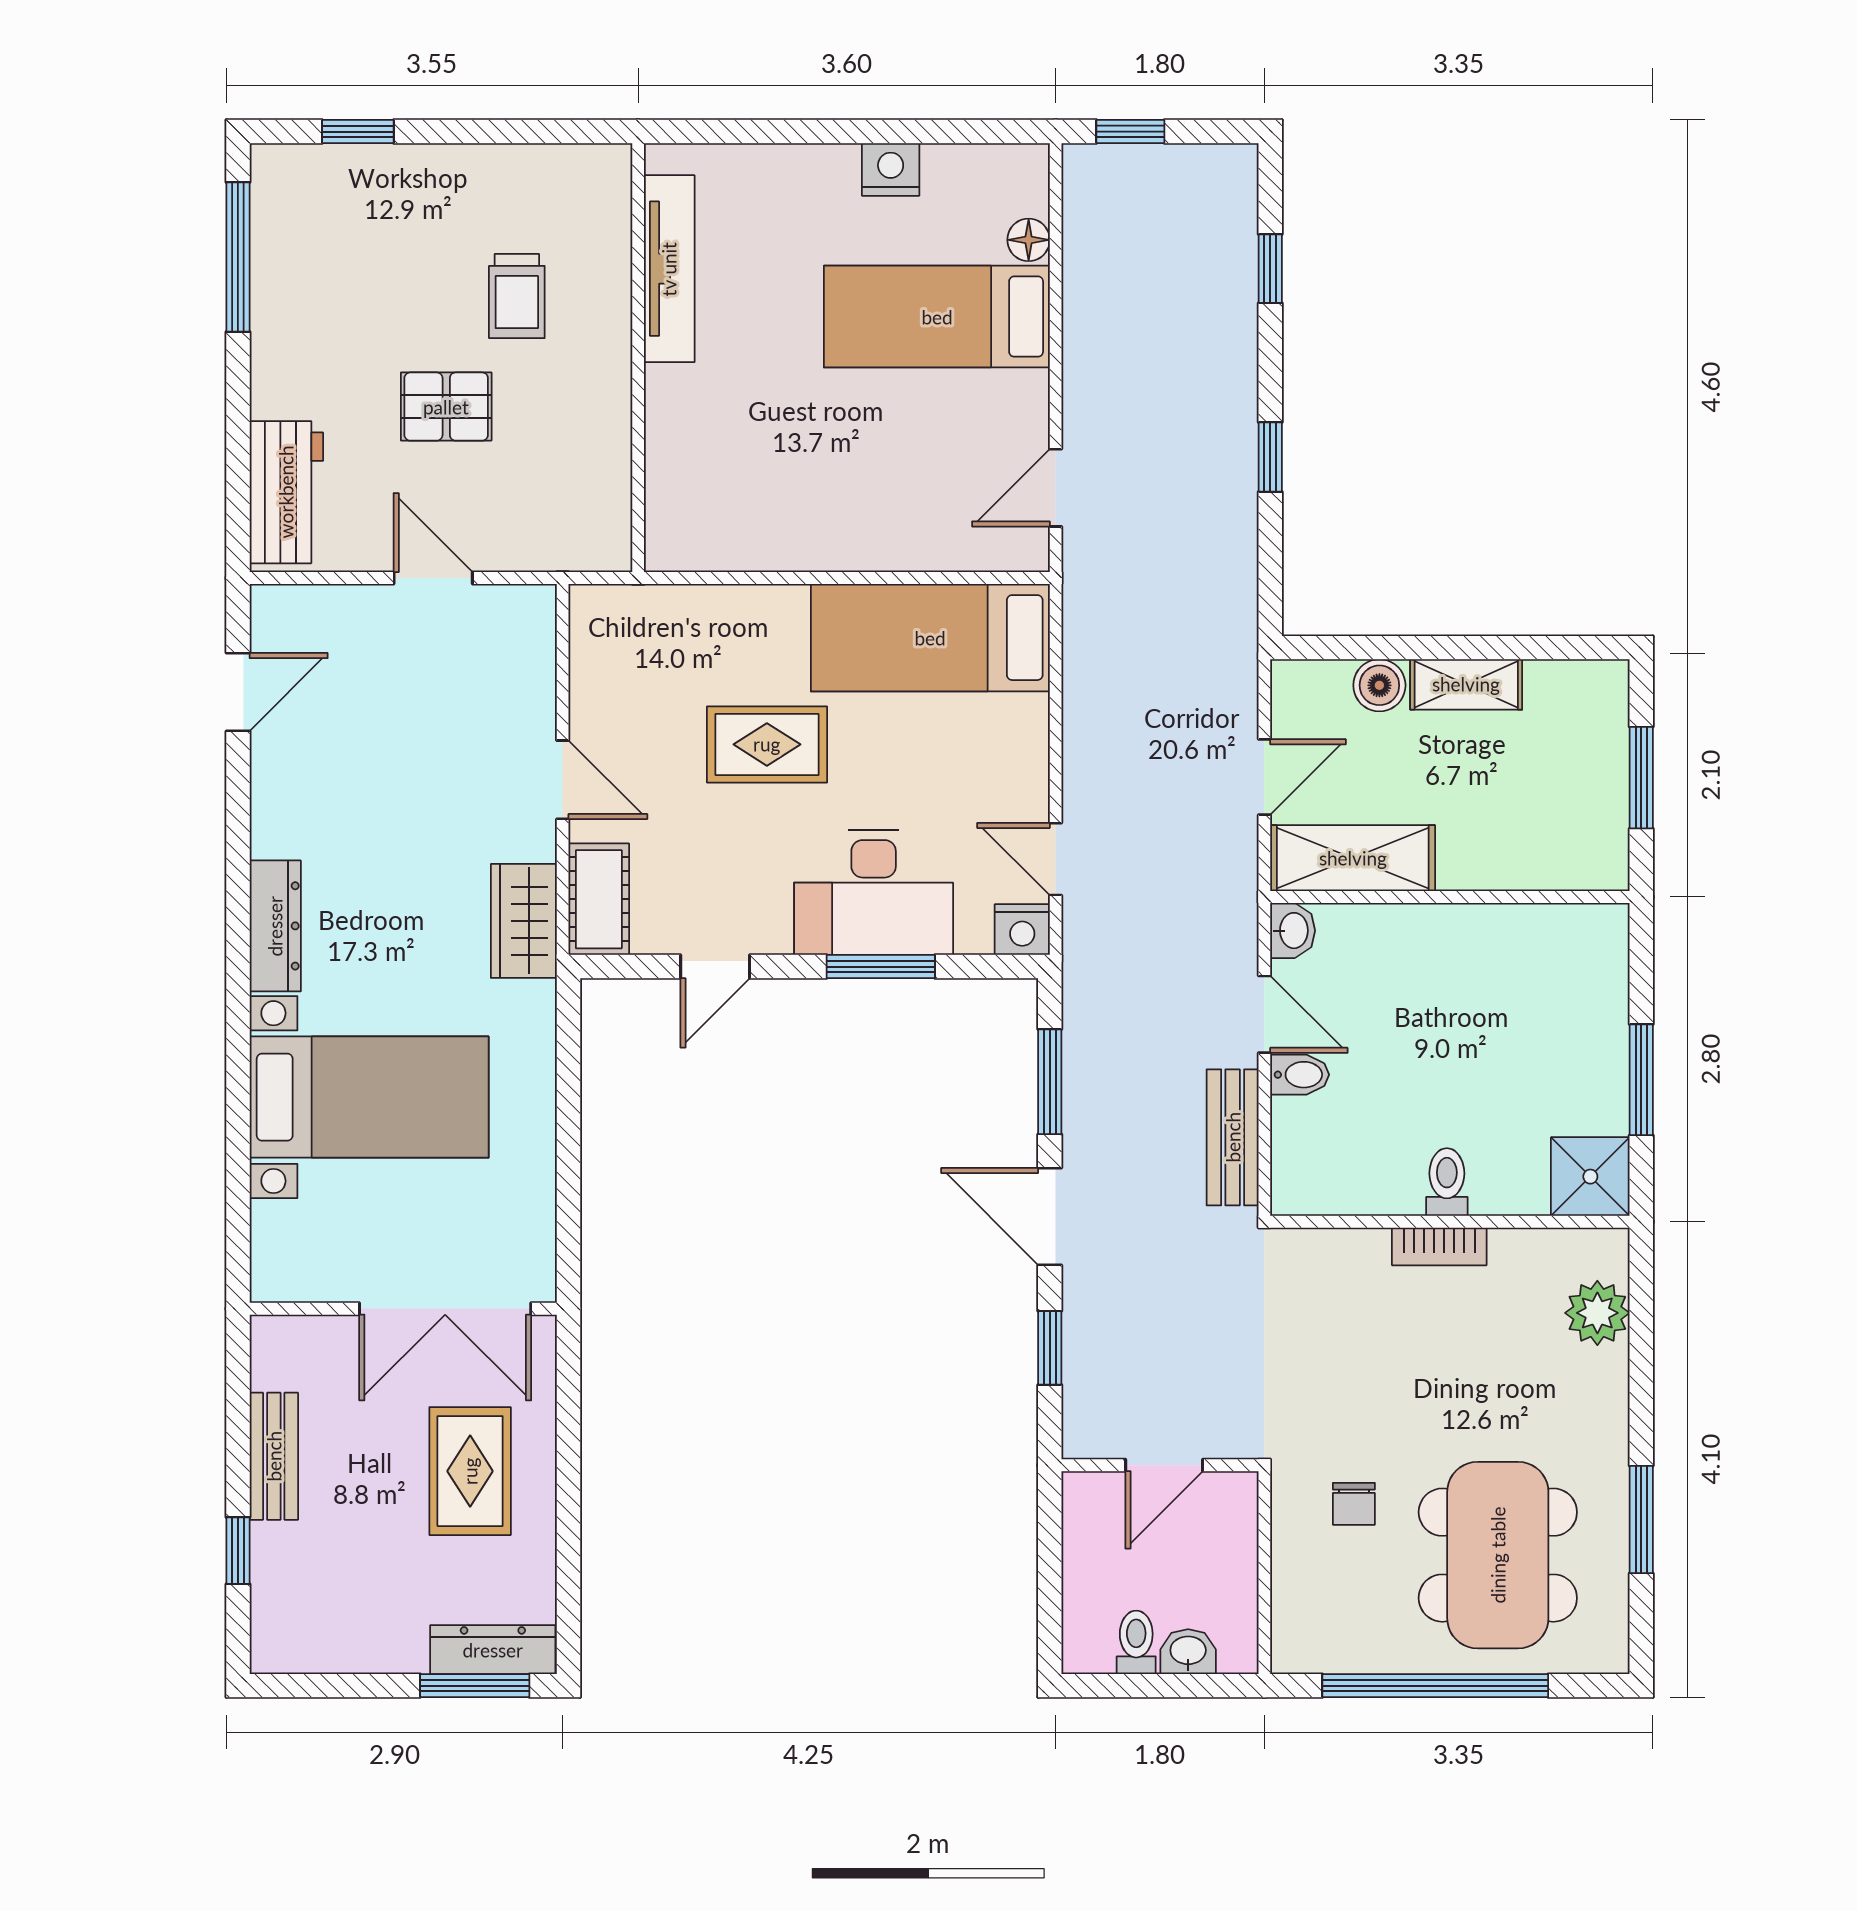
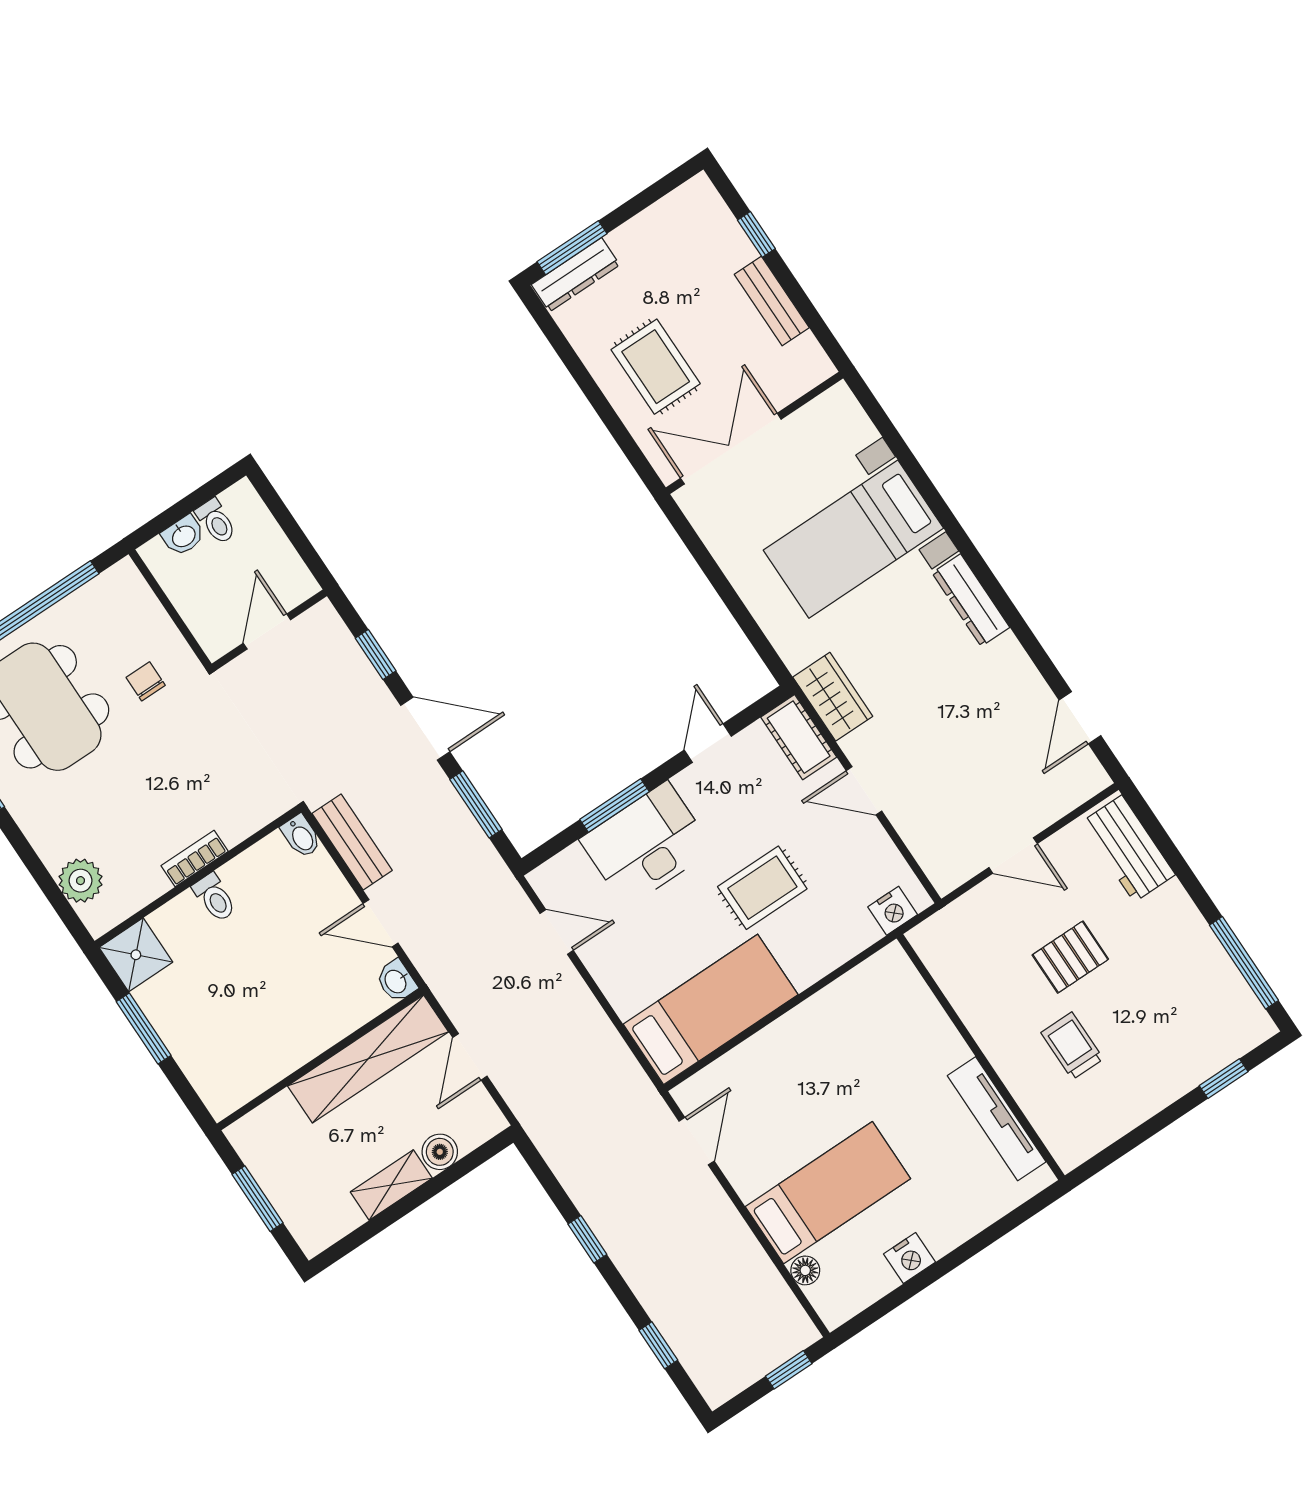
shelving: (1353, 858) -> (368, 1059), width x1.47
nightstand: (1022, 930) -> (893, 911), moved, turned 180
bidet: (1300, 1075) -> (301, 836), moved, turned -90

